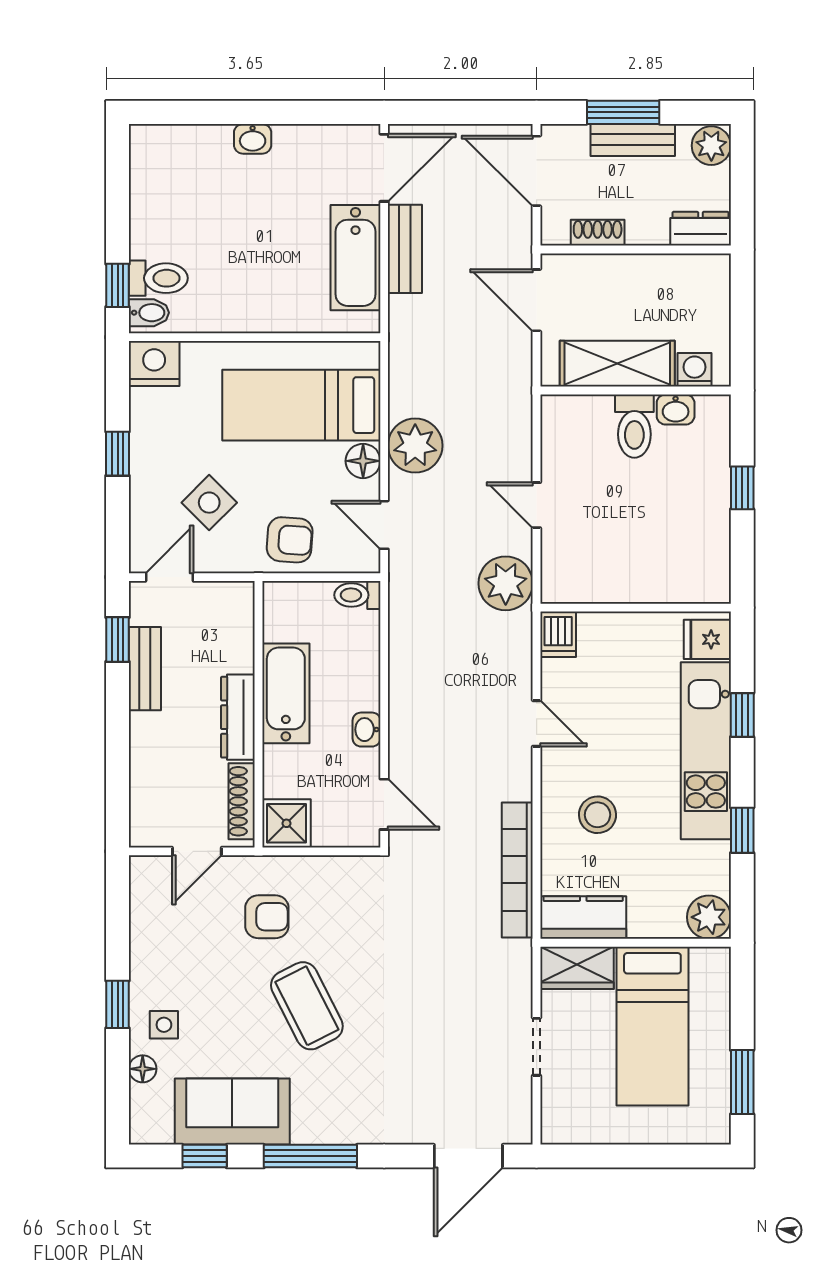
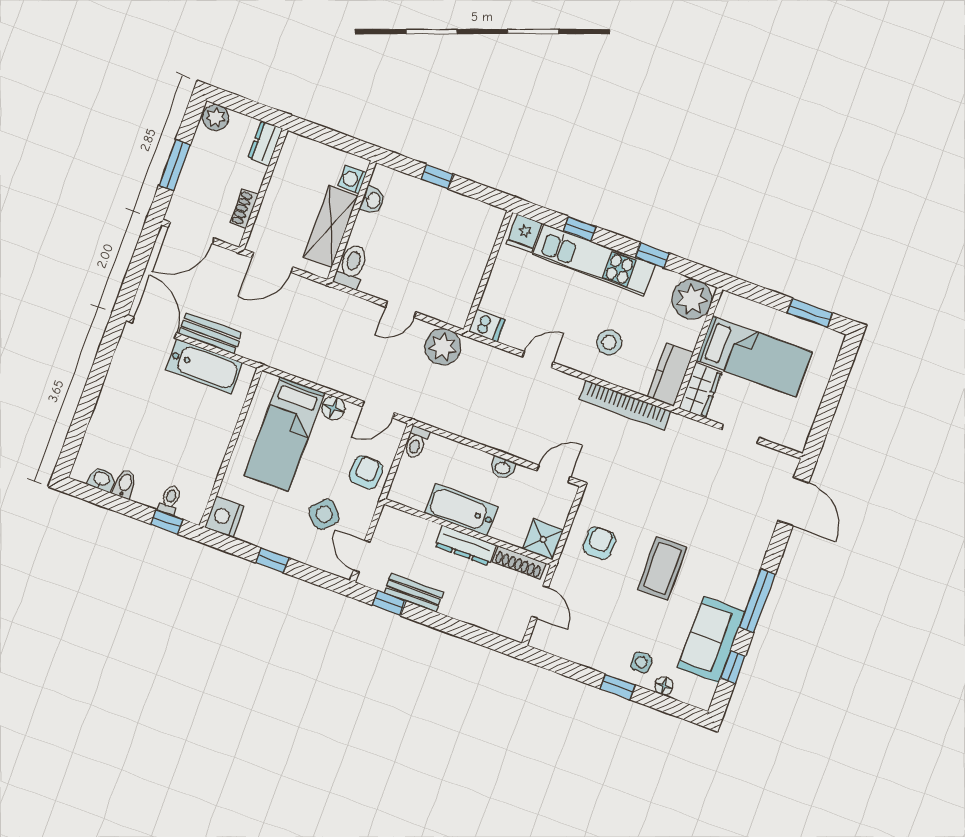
washbasin: (253, 139) -> (102, 479), moved, turned -90
bench: (633, 140) -> (194, 165), removed
toilet: (158, 278) -> (170, 500), width x0.73, depth x0.72
bidet: (149, 313) -> (125, 484), moved
toilet: (634, 426) -> (352, 266), moved, turned -90
plant: (415, 446) -> (336, 372), removed
armchair: (267, 917) -> (599, 543), moved
plant: (709, 917) -> (692, 299), width x1.36, depth x1.36
coffee table: (307, 1006) -> (662, 568), turned -63

